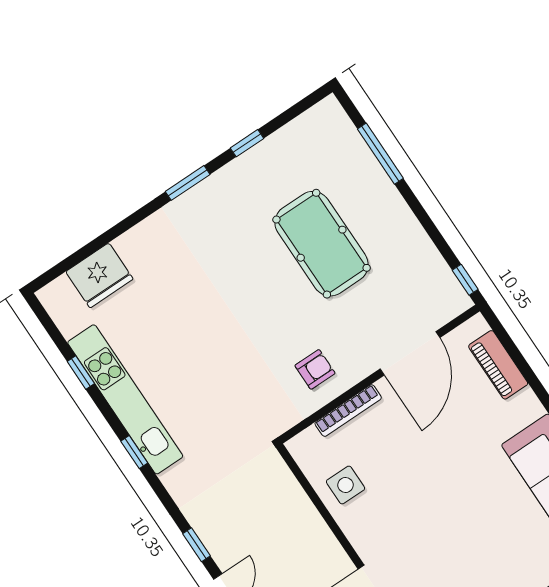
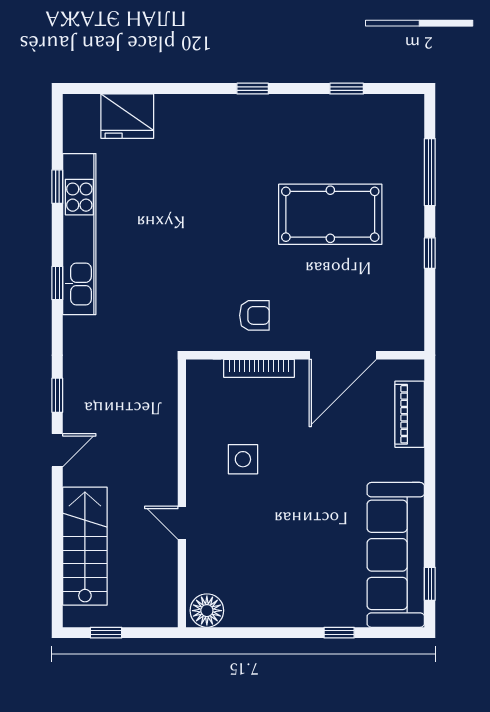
window: (247, 143) -> (347, 89), moved
window: (188, 183) -> (253, 89), width x0.67
pool table: (322, 244) -> (330, 214), turned 90
window: (465, 280) -> (430, 253), moved
side table: (345, 485) -> (243, 459), moved

